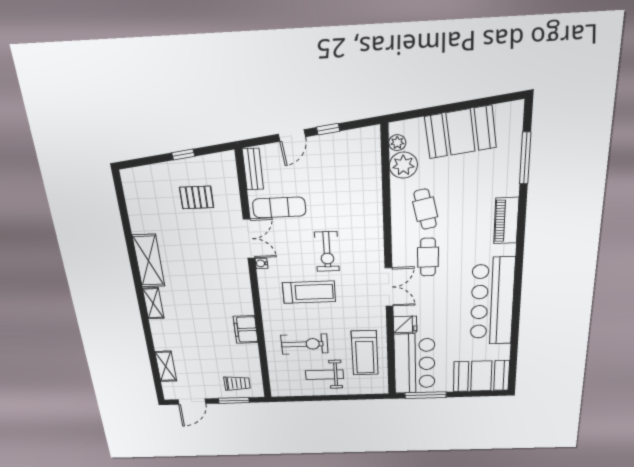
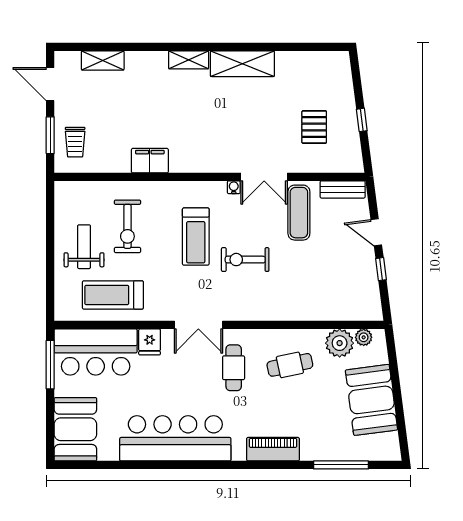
cafe table: (428, 257) -> (234, 368), turned 90

